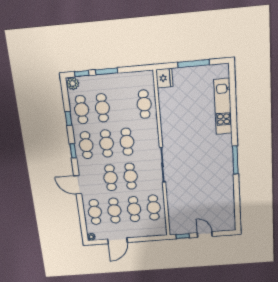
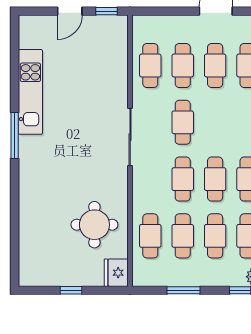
window: (194, 64) -> (71, 290), width x0.46
window: (107, 71) -> (183, 290), moved
kitchen unit: (223, 107) -> (30, 92), moved
round table: (181, 108) -> (94, 225), added
cafe table: (111, 178) -> (183, 236), moved
door: (205, 235) -> (70, 11), hinge flipped

